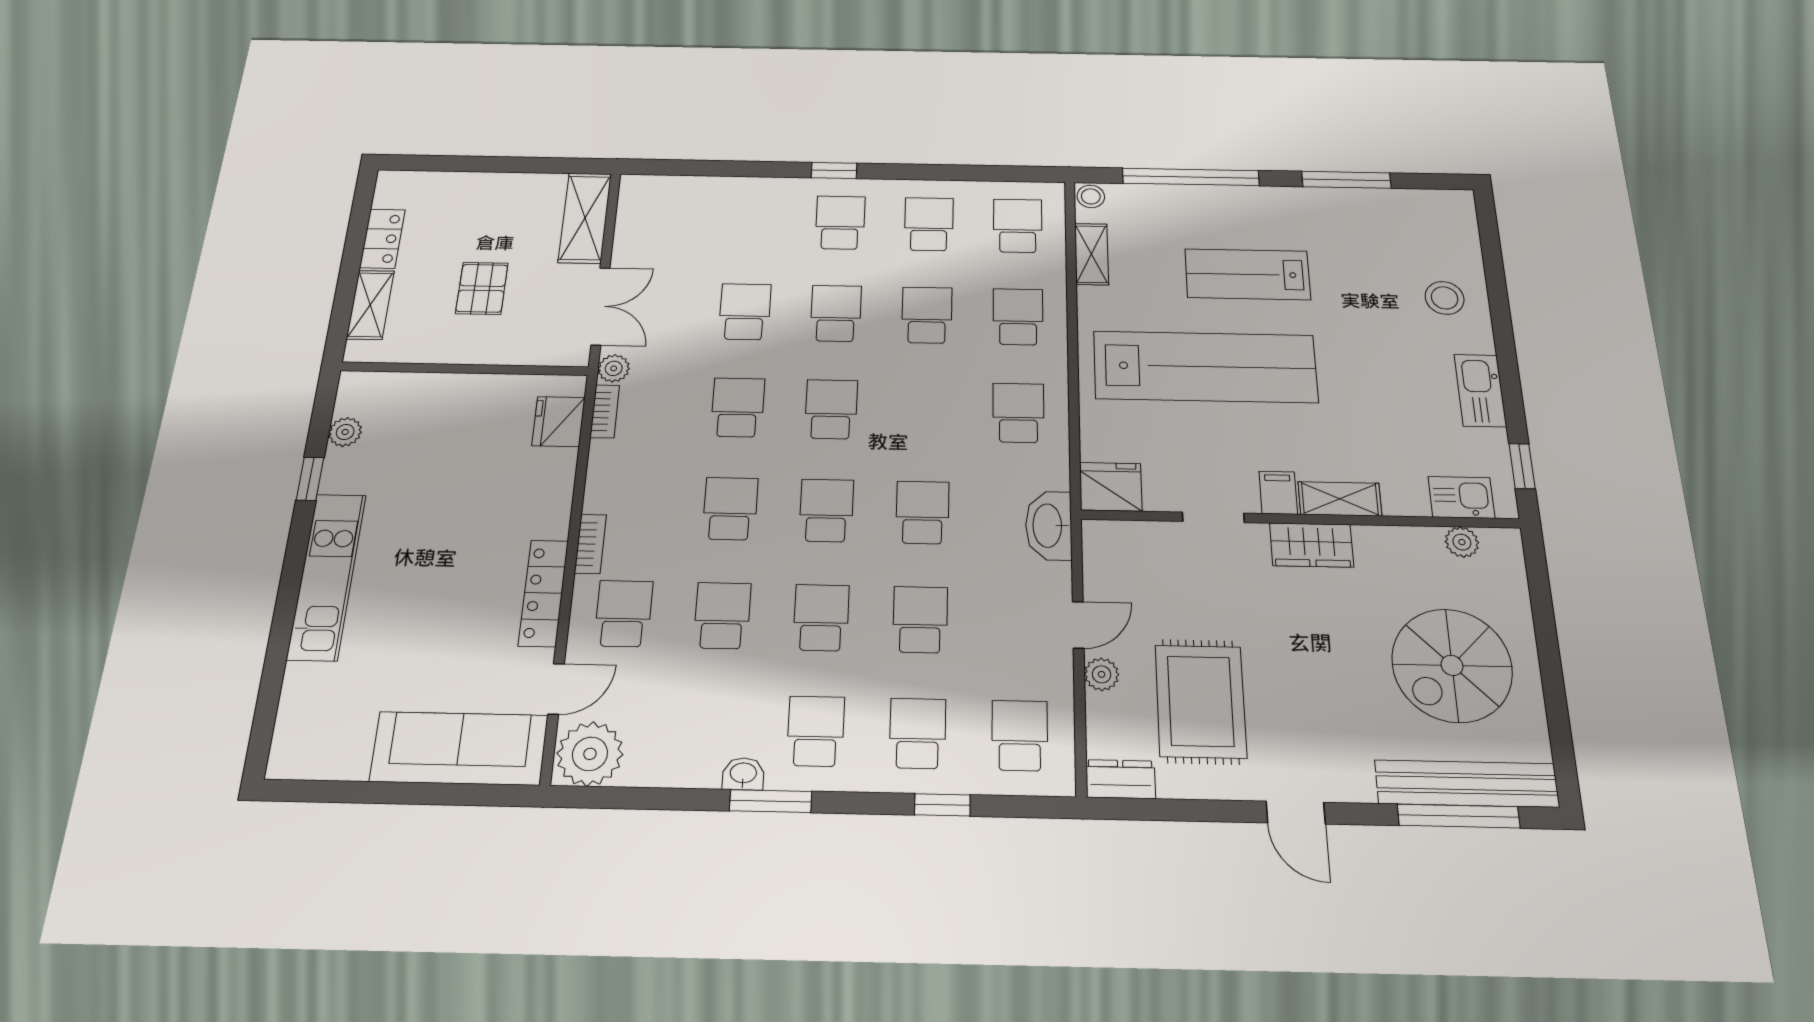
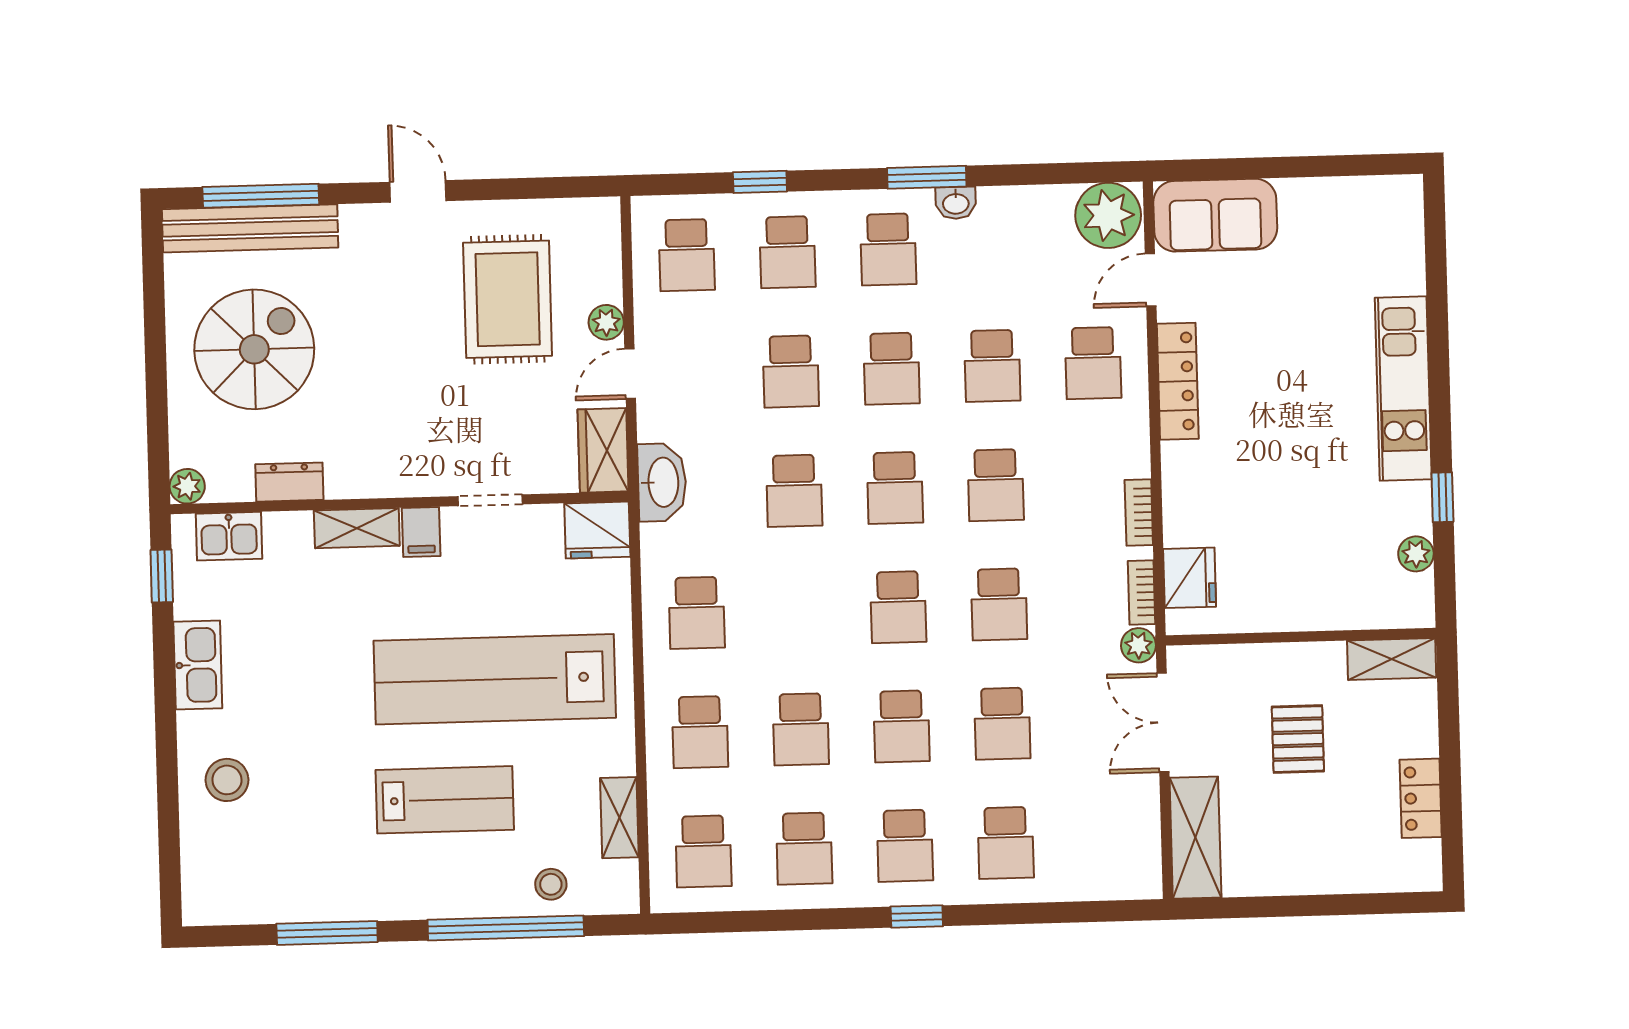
stool: (1091, 196) -> (551, 884), moved
school desk: (752, 221) -> (1006, 843), added
shelving: (370, 305) -> (1392, 659), moved, turned 90
plant: (1462, 542) -> (187, 486), moved
bookcase: (590, 544) -> (1139, 512), moved
wardrobe: (1311, 545) -> (603, 450), moved, turned -90
sofa: (459, 748) -> (1215, 215), width x0.73
dresser: (1121, 779) -> (289, 482), moved, turned 180

